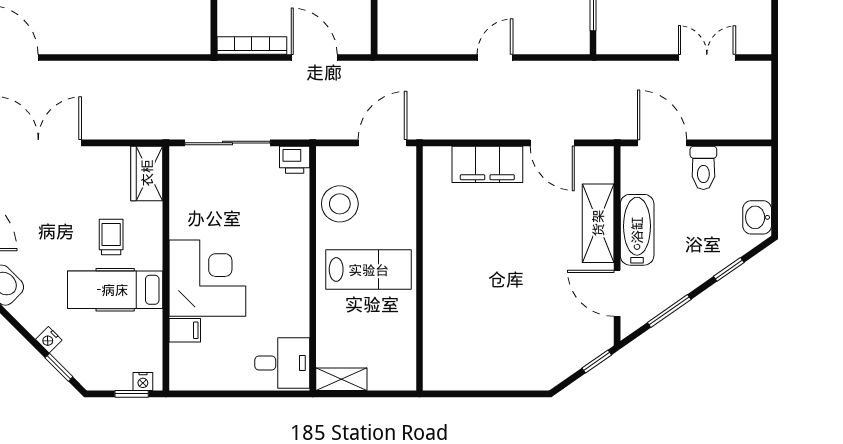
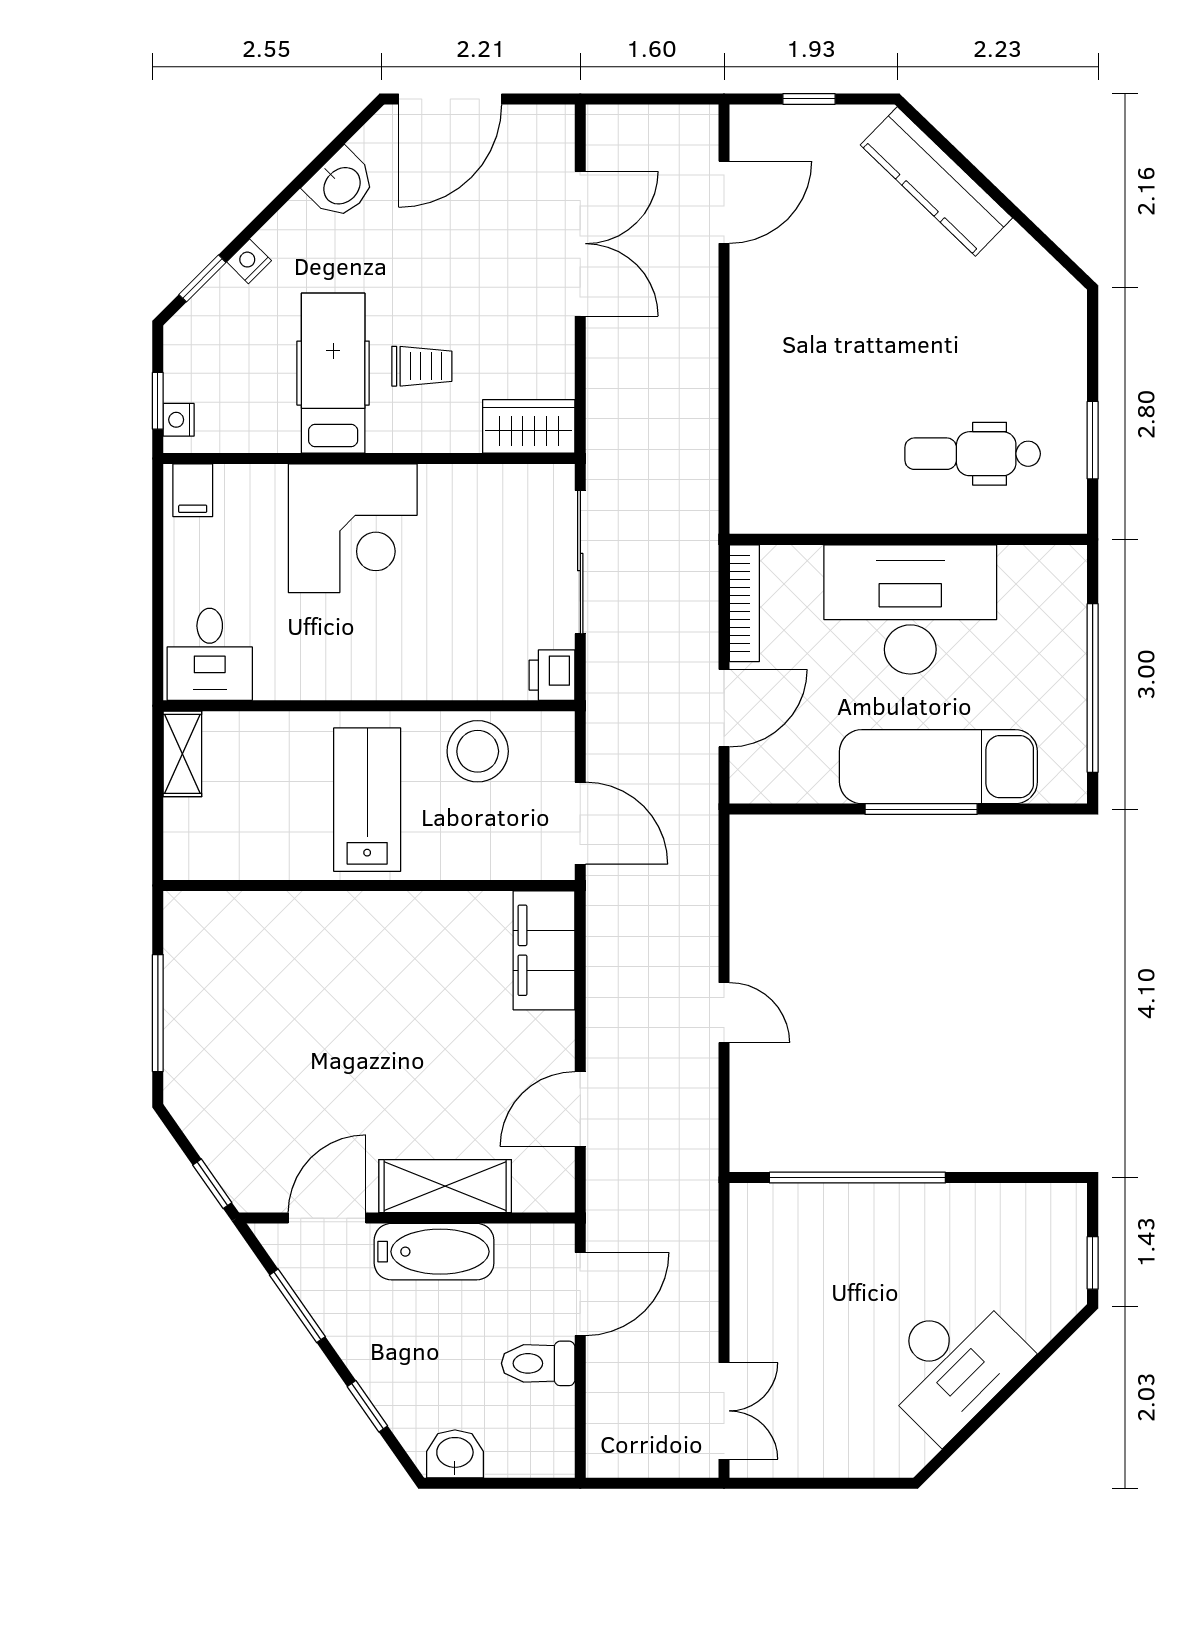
double door: (707, 57) -> (724, 1411), moved
filing cabinet: (487, 164) -> (544, 950), moved
lab bench: (369, 270) -> (367, 800), turned 180
filing cabinet: (185, 330) -> (193, 490), moved
window: (495, 394) -> (158, 1013), added

